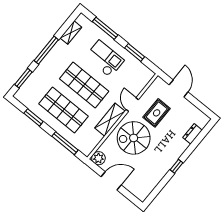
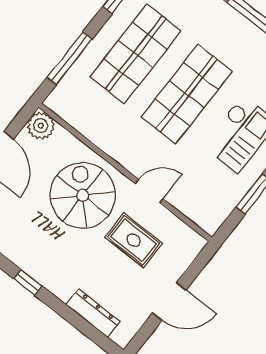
door: (179, 88) -> (169, 302), moved
shelving: (110, 120) -> (118, 147), removed
dresser: (193, 134) -> (93, 313), width x1.44

